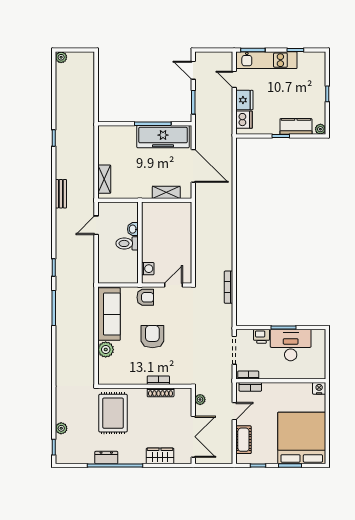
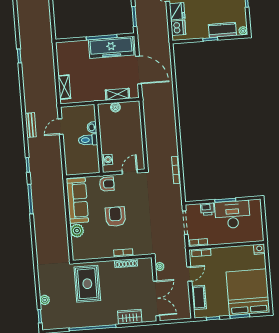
bench: (61, 194) -> (31, 125), moved
boiler: (163, 208) -> (115, 107), added
dresser: (106, 458) -> (85, 322), removed

